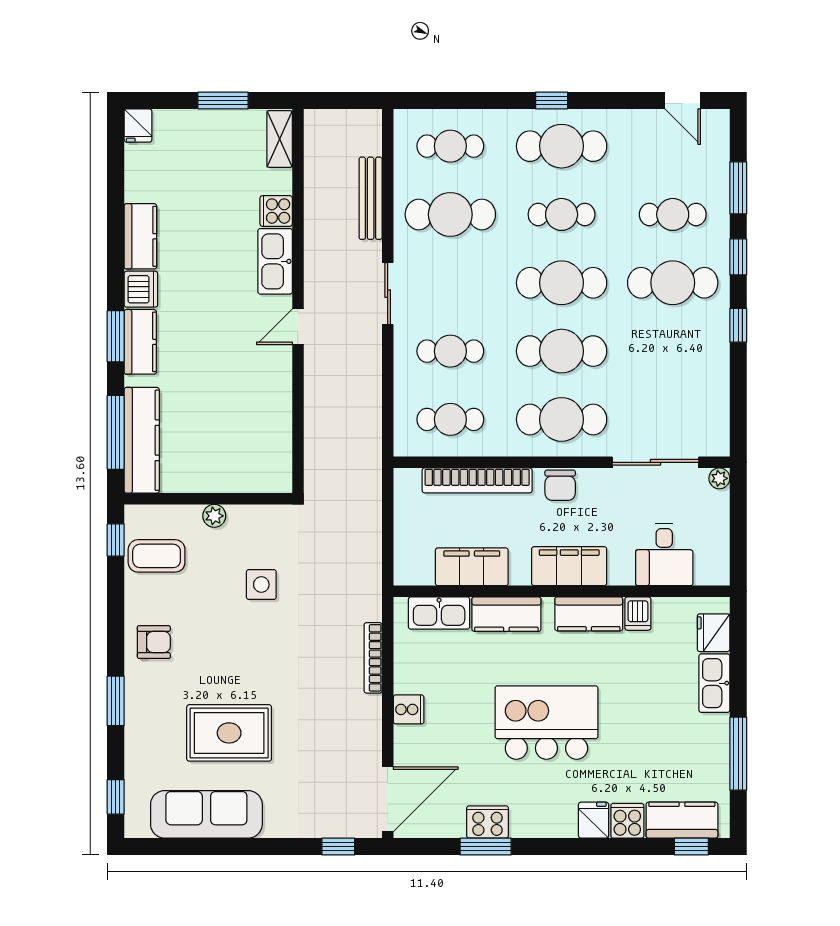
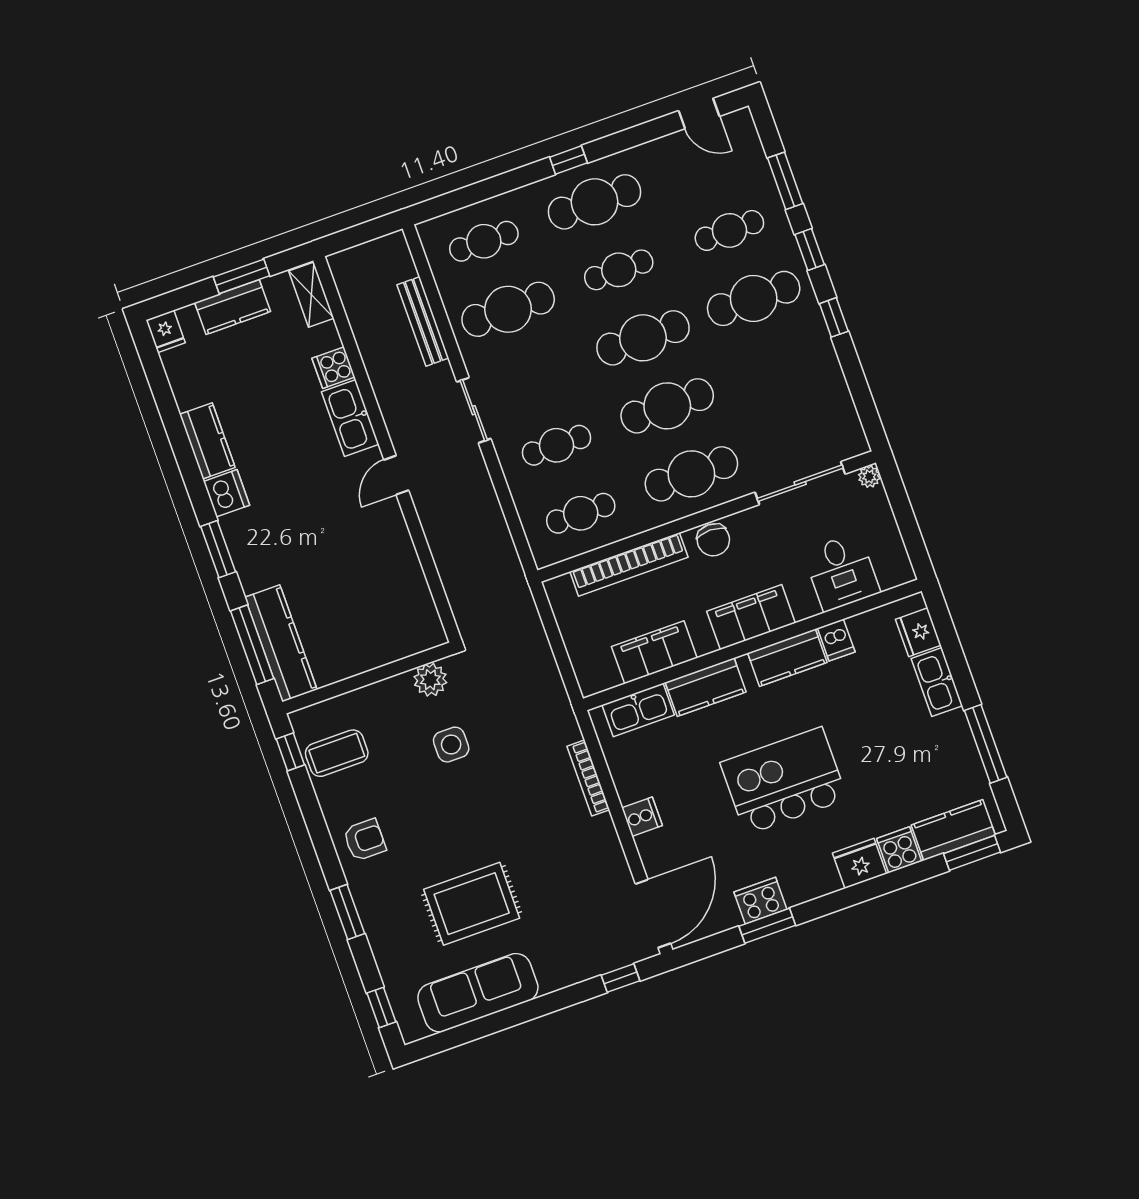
kitchen counter: (140, 342) -> (233, 307), moved, turned 90
plant: (214, 516) -> (430, 680), moved, width x1.38, depth x1.38
fridge: (594, 820) -> (859, 863), width x1.38
window: (691, 846) -> (972, 853), width x1.50

